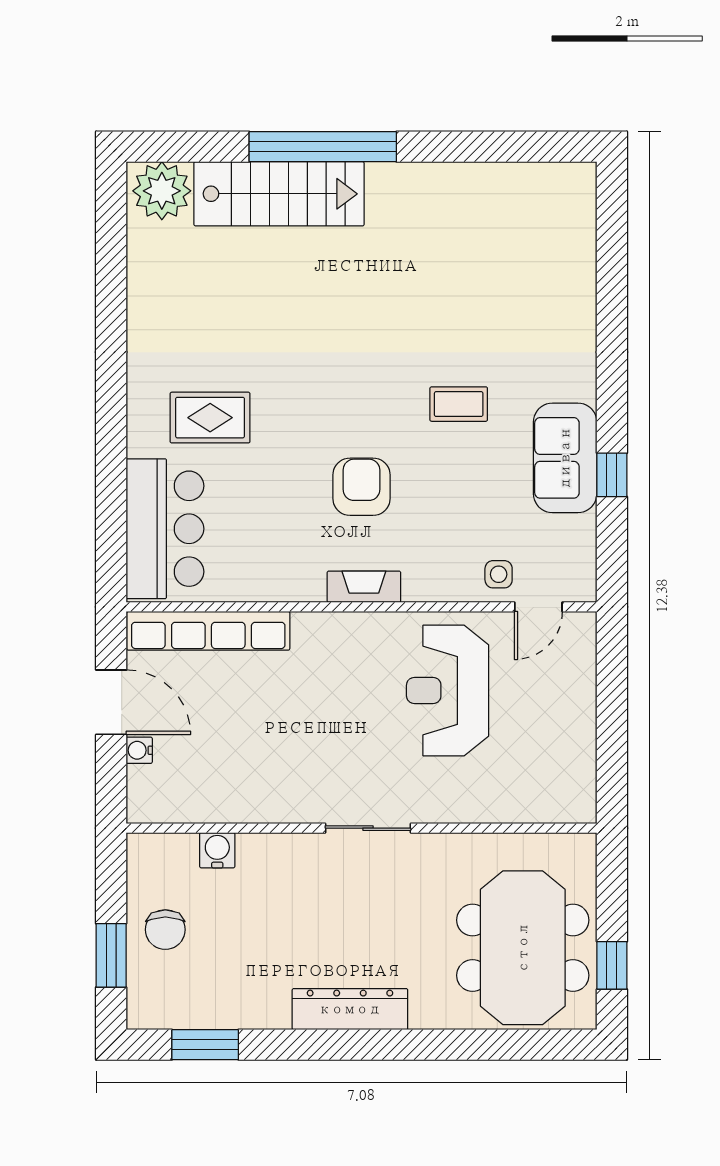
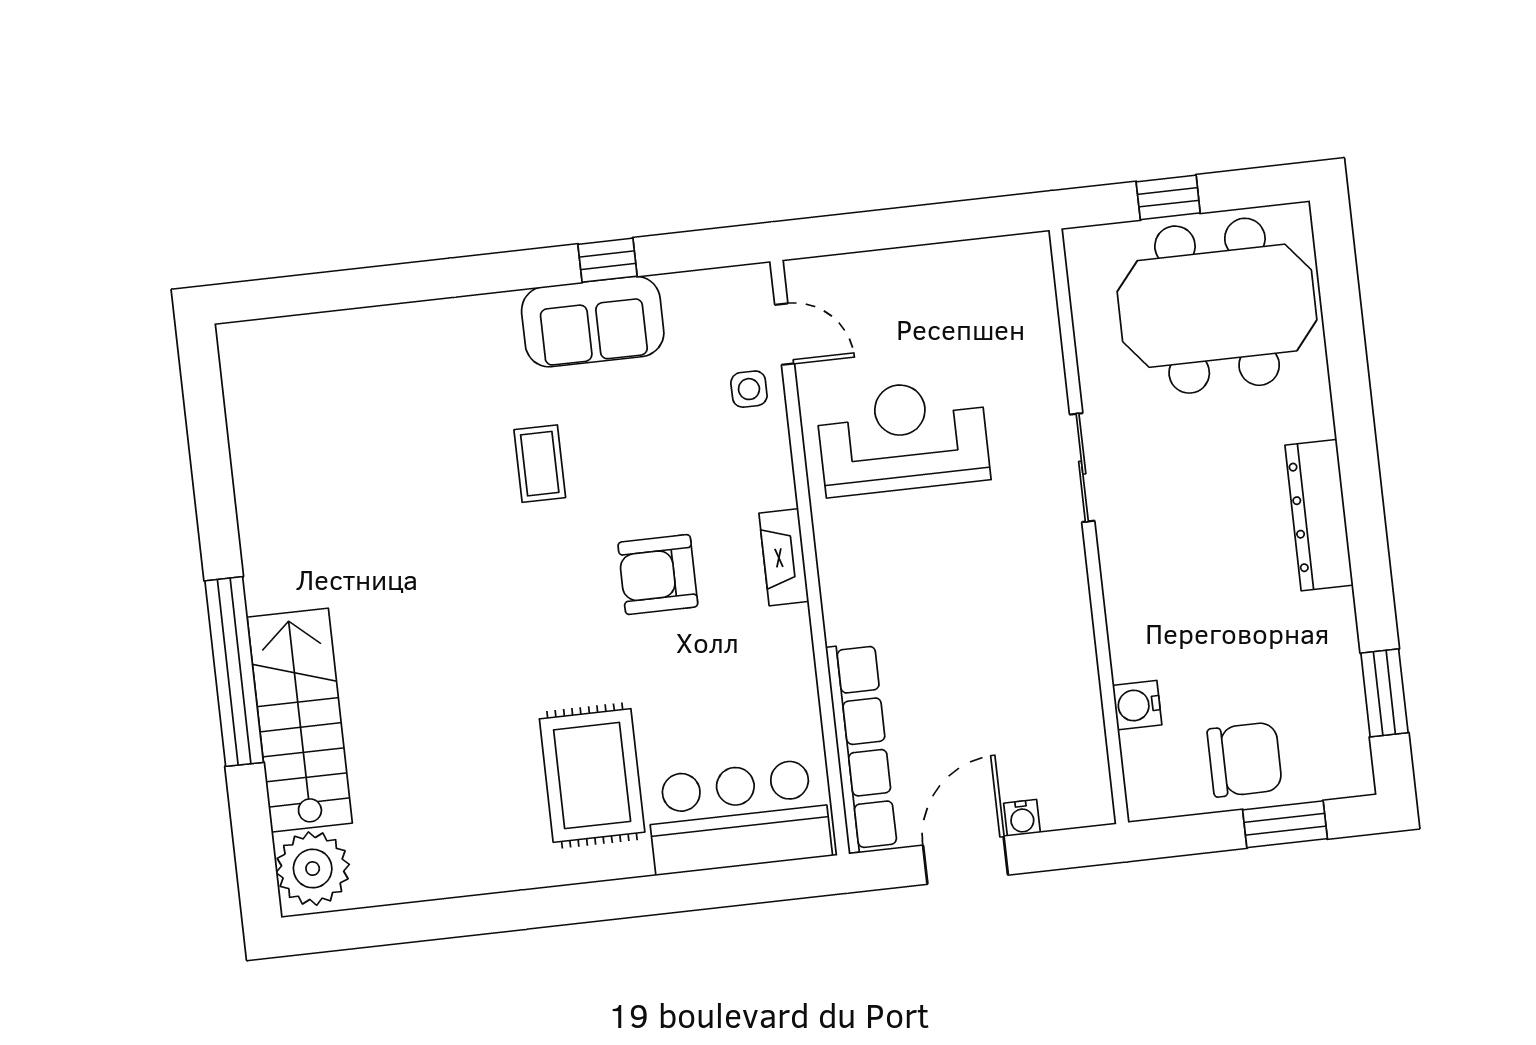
rug: (210, 418) -> (592, 776), width x1.36, depth x1.43
reception desk: (448, 690) -> (903, 437), turned 180
sliding door: (368, 828) -> (1082, 468), moved
chair: (165, 930) -> (1245, 759), width x1.37, depth x1.37
window: (612, 965) -> (1168, 197), moved

